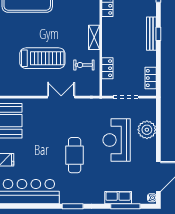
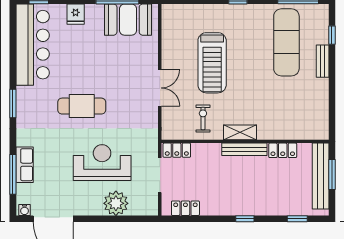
bench: (151, 34) -> (244, 149), moved
locker: (107, 68) -> (177, 150), moved

